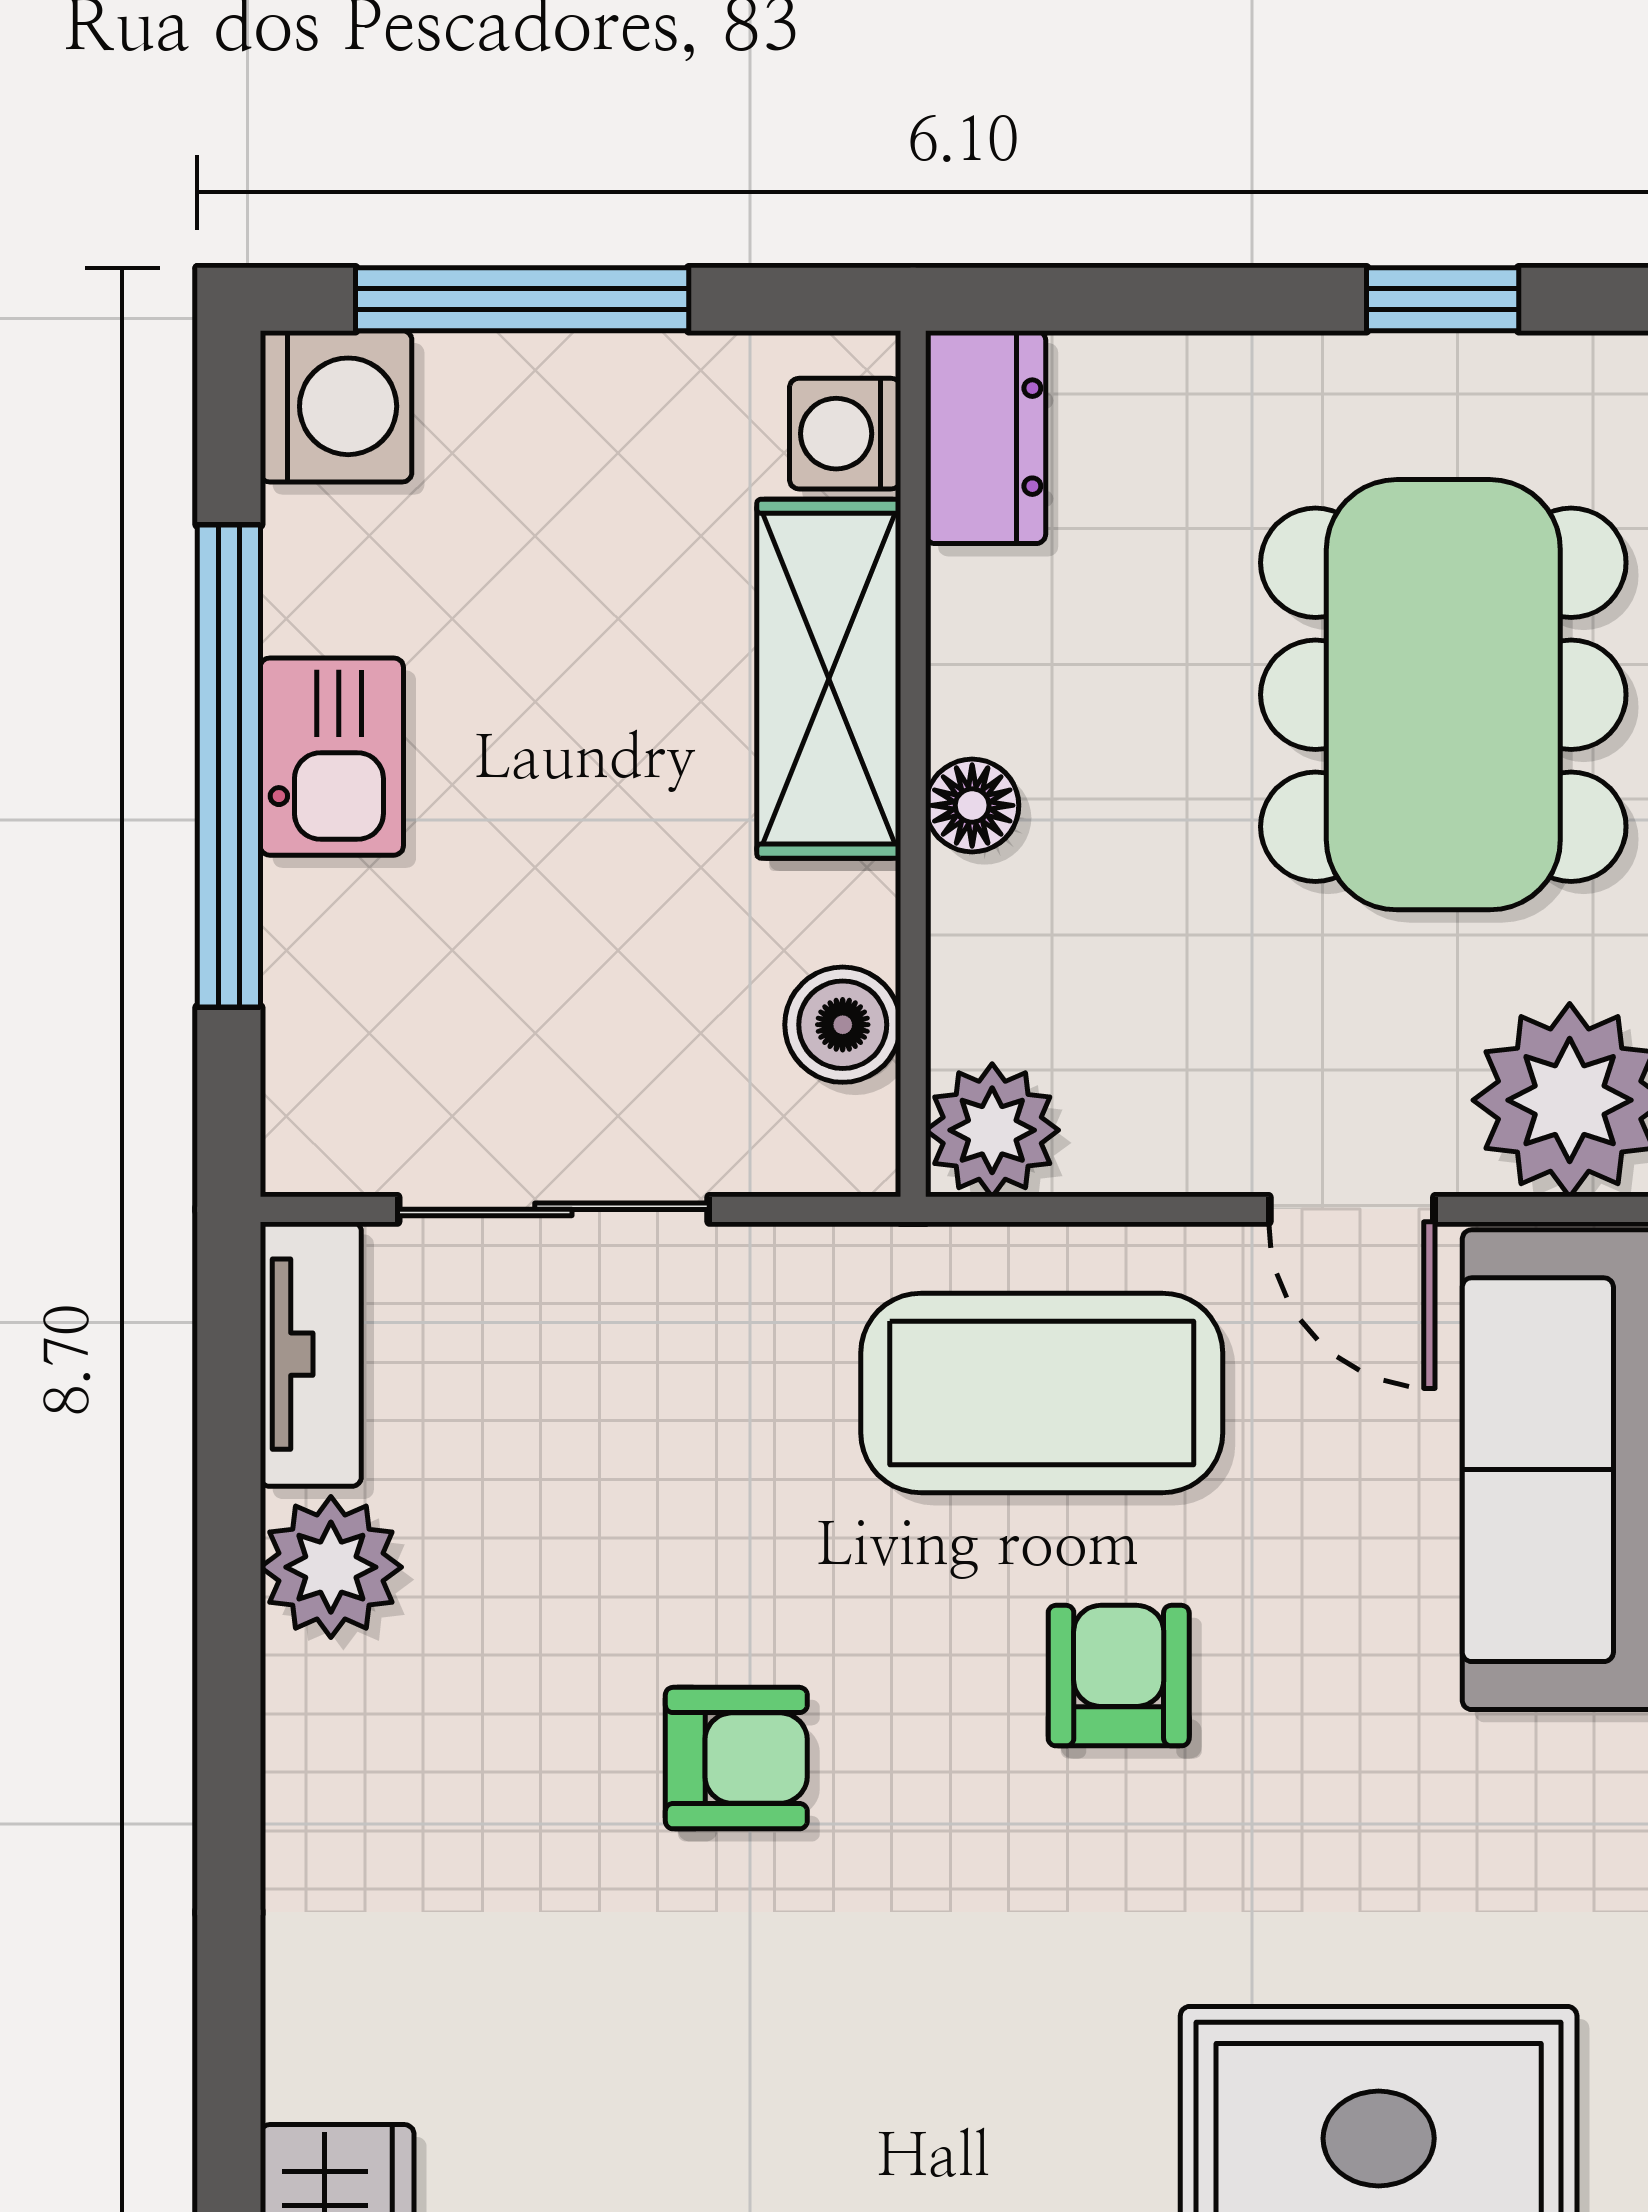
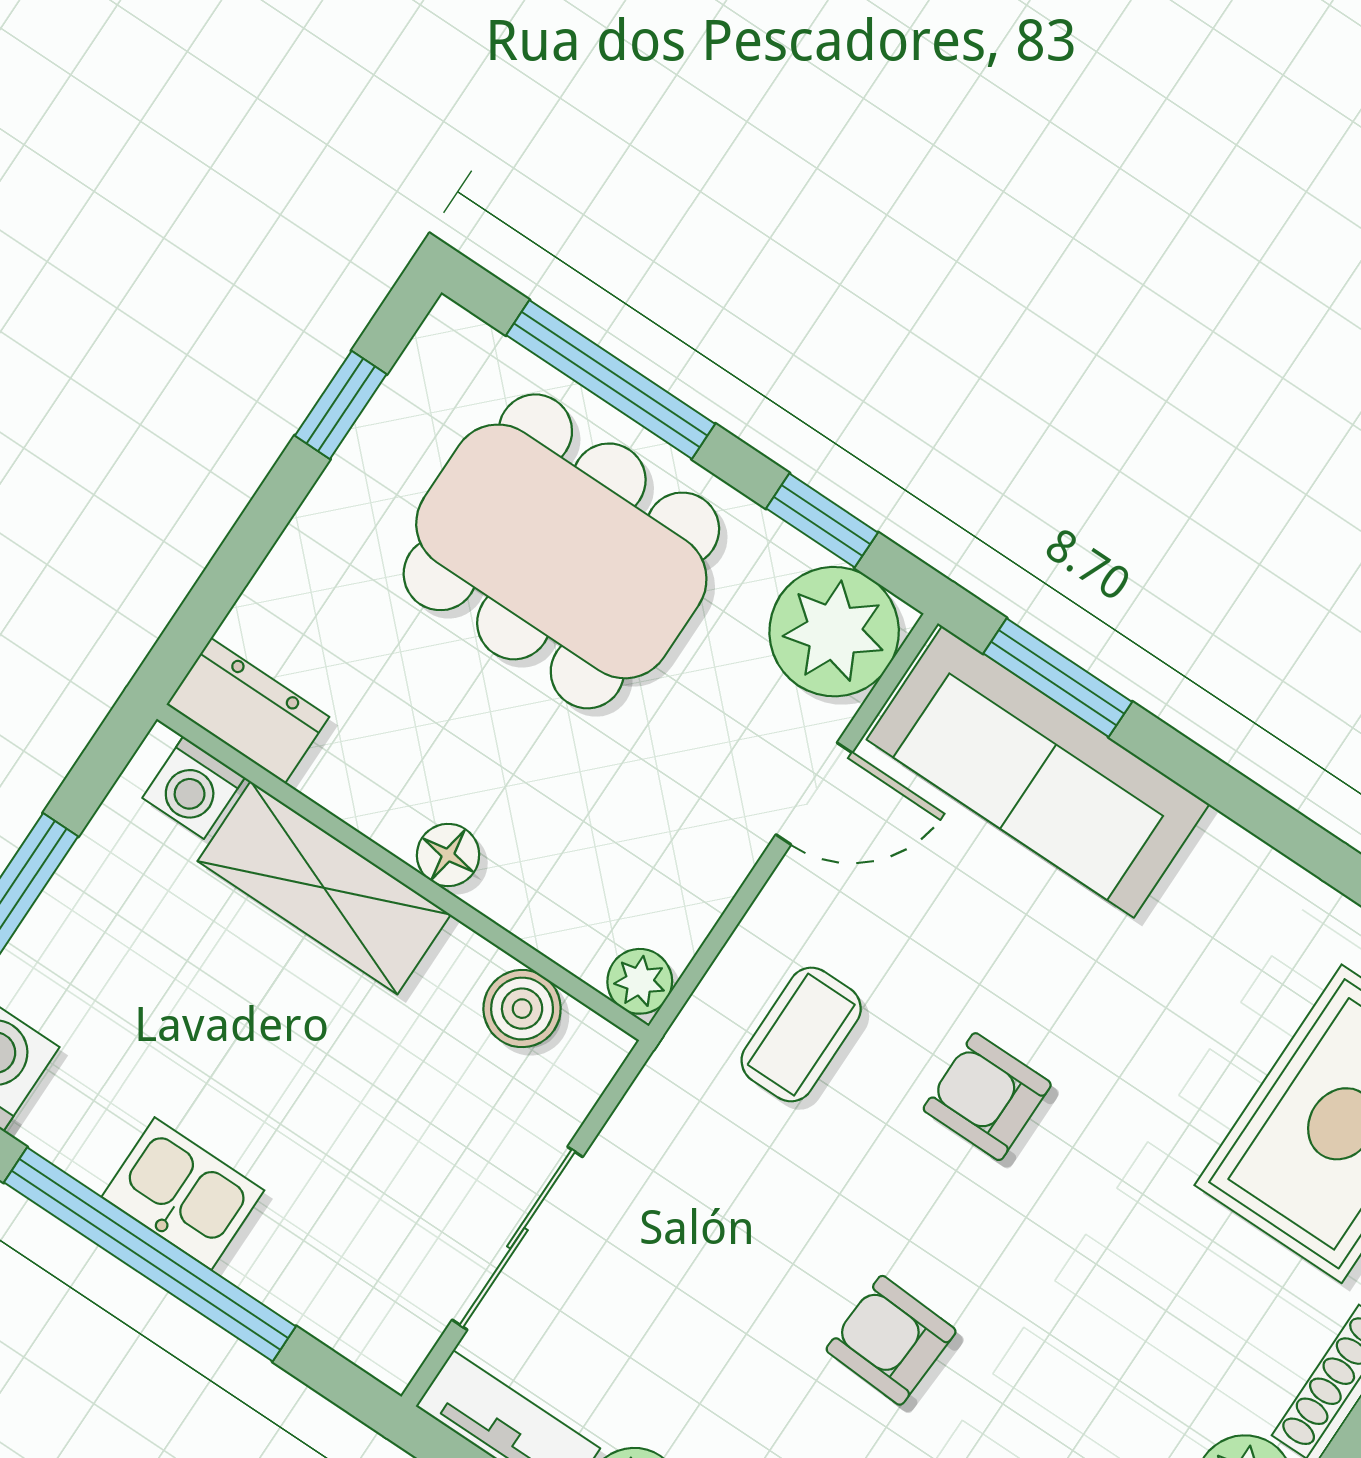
plant: (992, 1130) -> (640, 981), width x0.73, depth x0.73
coffee table: (1042, 1393) -> (801, 1035), width x0.54, depth x0.58
armchair: (736, 1758) -> (891, 1340), turned -87

